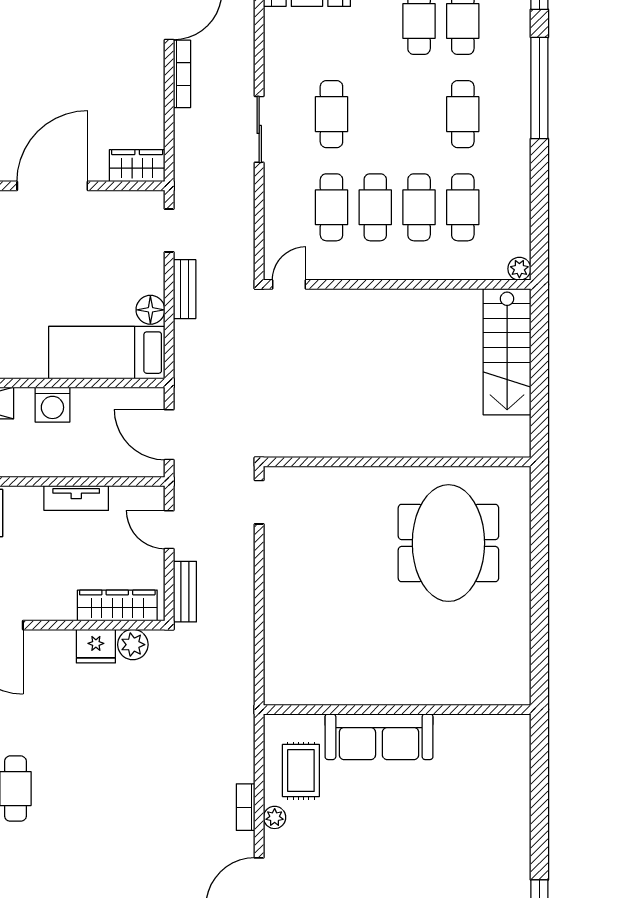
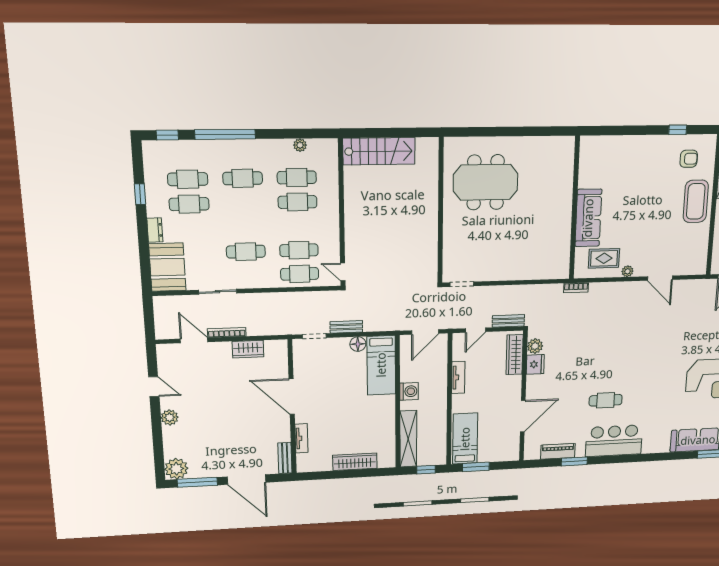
sliding door: (259, 129) -> (217, 292), moved
wardrobe: (137, 166) -> (248, 349), moved, turned -90
cafe table: (375, 207) -> (300, 274), moved
plant: (519, 269) -> (300, 145), moved
bookcase: (246, 807) -> (576, 288), moved

